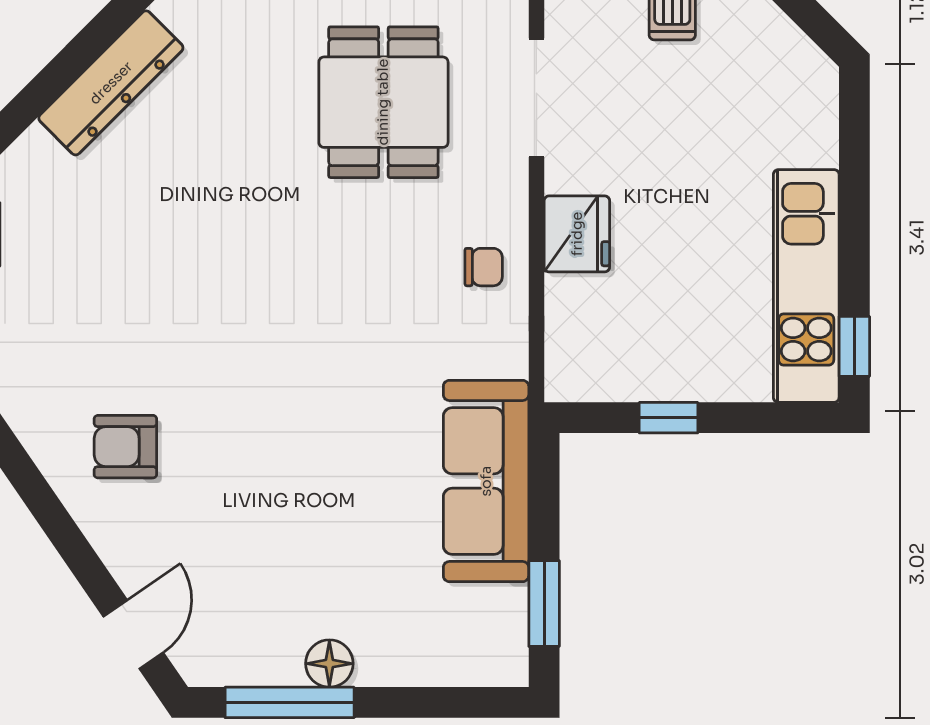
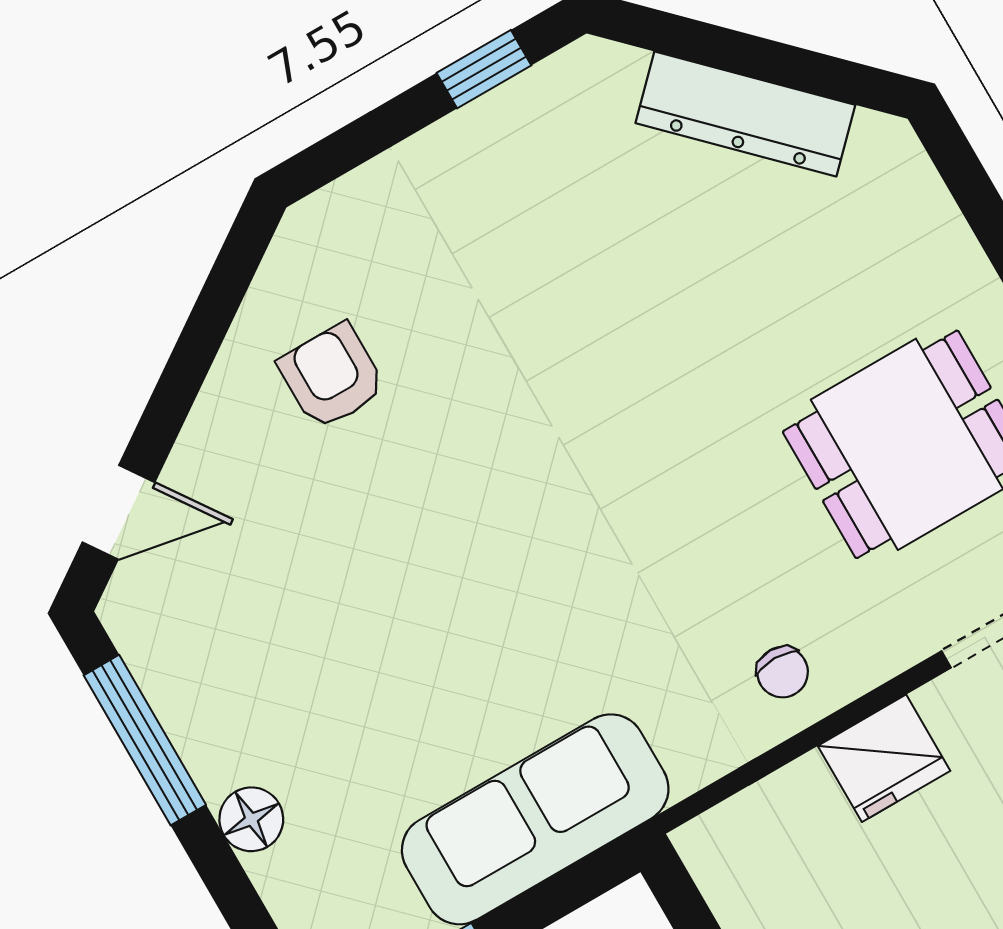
floor lamp: (329, 664) -> (251, 819), moved

